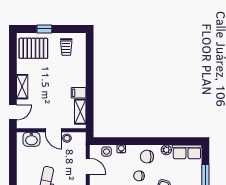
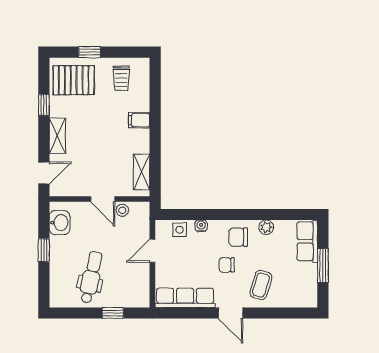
window: (13, 66) -> (44, 105), added
filing cabinet: (79, 93) -> (139, 120), moved
washbasin: (31, 139) -> (60, 223), moved, turned -90
row of seats: (187, 152) -> (307, 241), moved, turned 90
window: (13, 166) -> (44, 250), added
door: (88, 166) -> (152, 251), swing flipped

